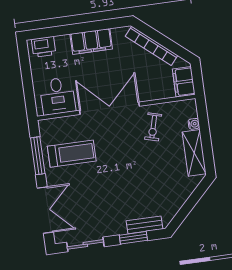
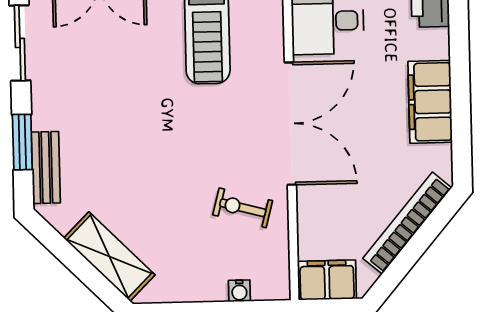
shelving: (194, 153) -> (109, 257), moved, turned 45

